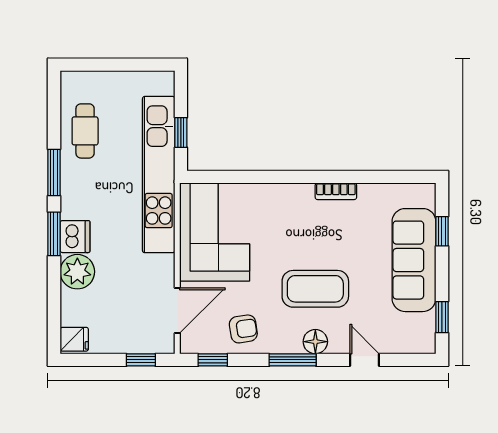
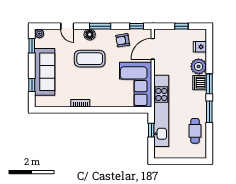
fridge: (74, 339) -> (200, 47), moved
plant: (426, 344) -> (39, 34), added
window: (141, 360) -> (181, 26), moved

